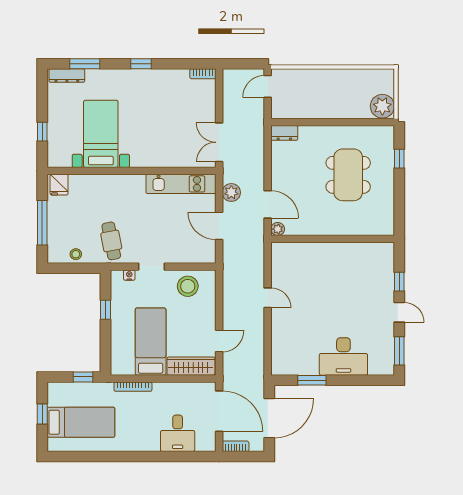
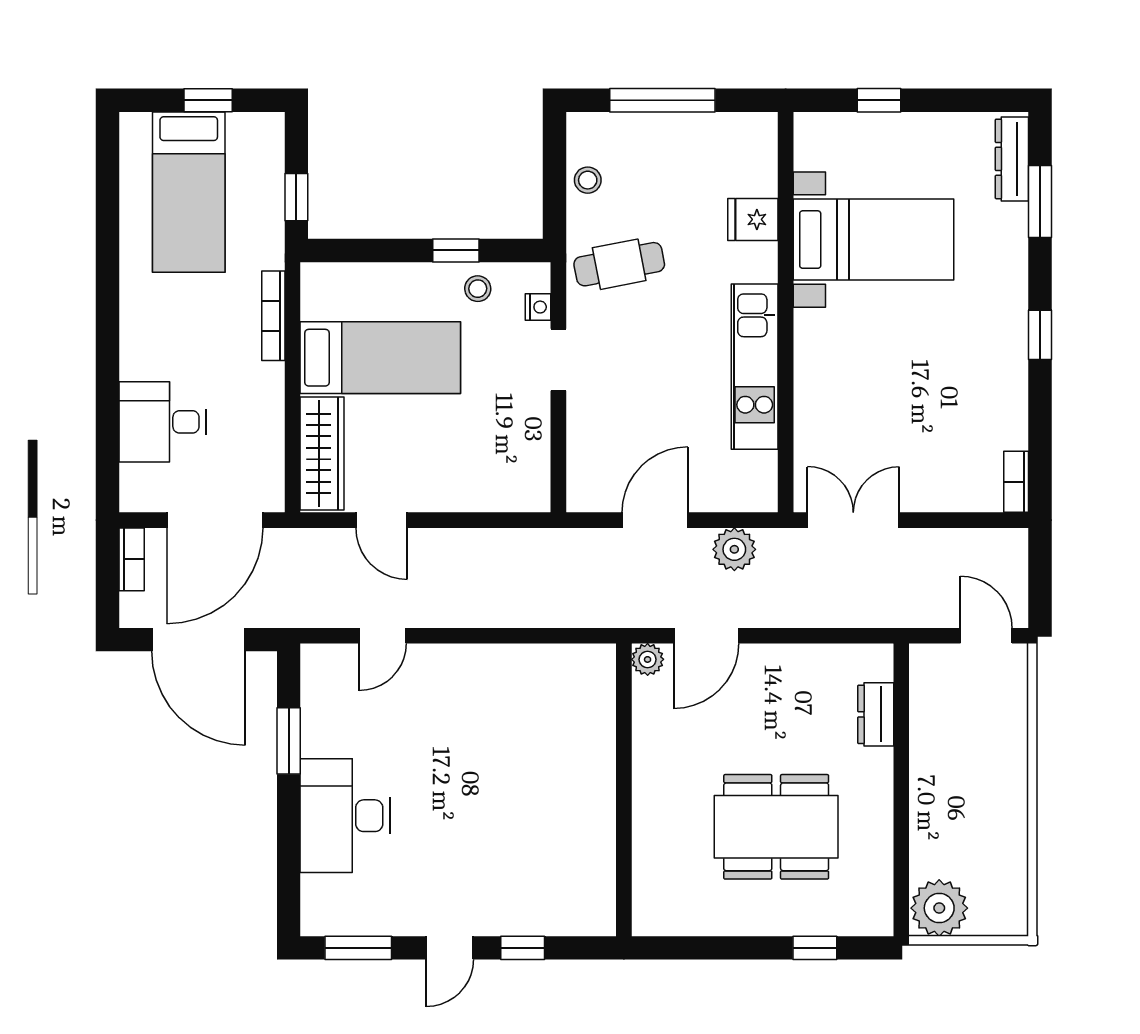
dresser: (284, 133) -> (876, 714), moved
kitchen unit: (181, 184) -> (755, 367), moved
fridge: (59, 185) -> (753, 219), moved
stool: (188, 286) -> (478, 289), moved, width x0.53, depth x0.53
door: (268, 298) -> (383, 636), moved

